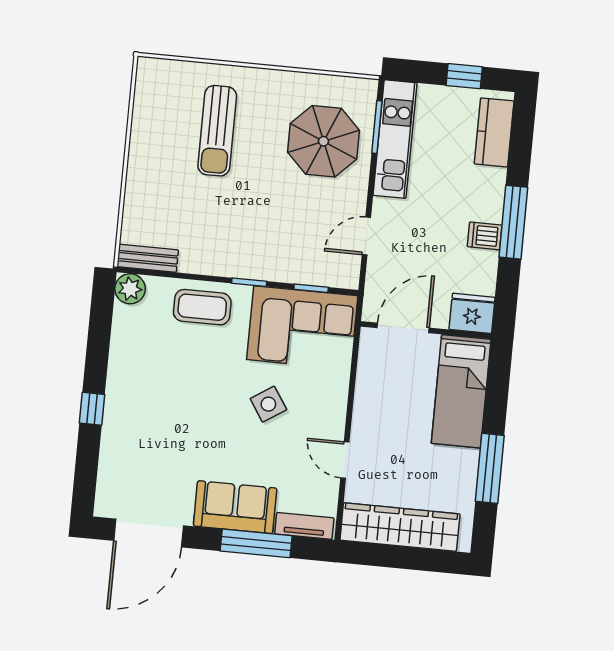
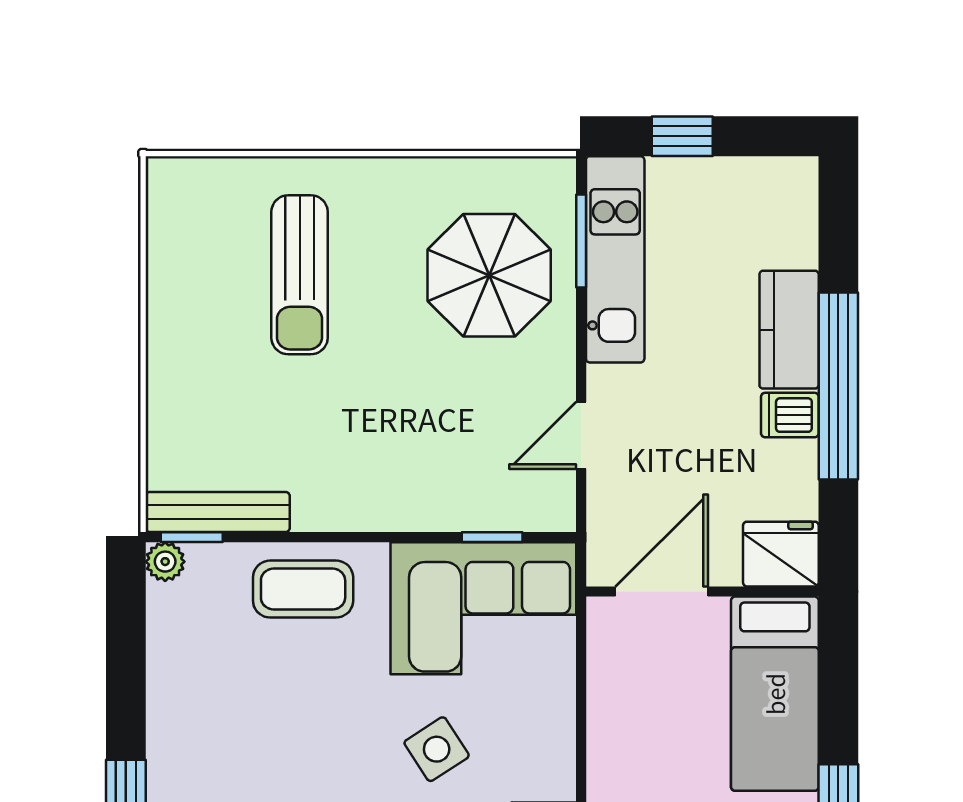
window: (464, 76) -> (682, 136), moved
kitchen counter: (494, 132) -> (789, 330), moved
window: (513, 222) -> (838, 386), width x1.46
bench: (148, 258) -> (218, 512), width x1.36
window: (249, 282) -> (192, 537), moved
plant: (130, 289) -> (165, 562), width x0.73, depth x0.73

